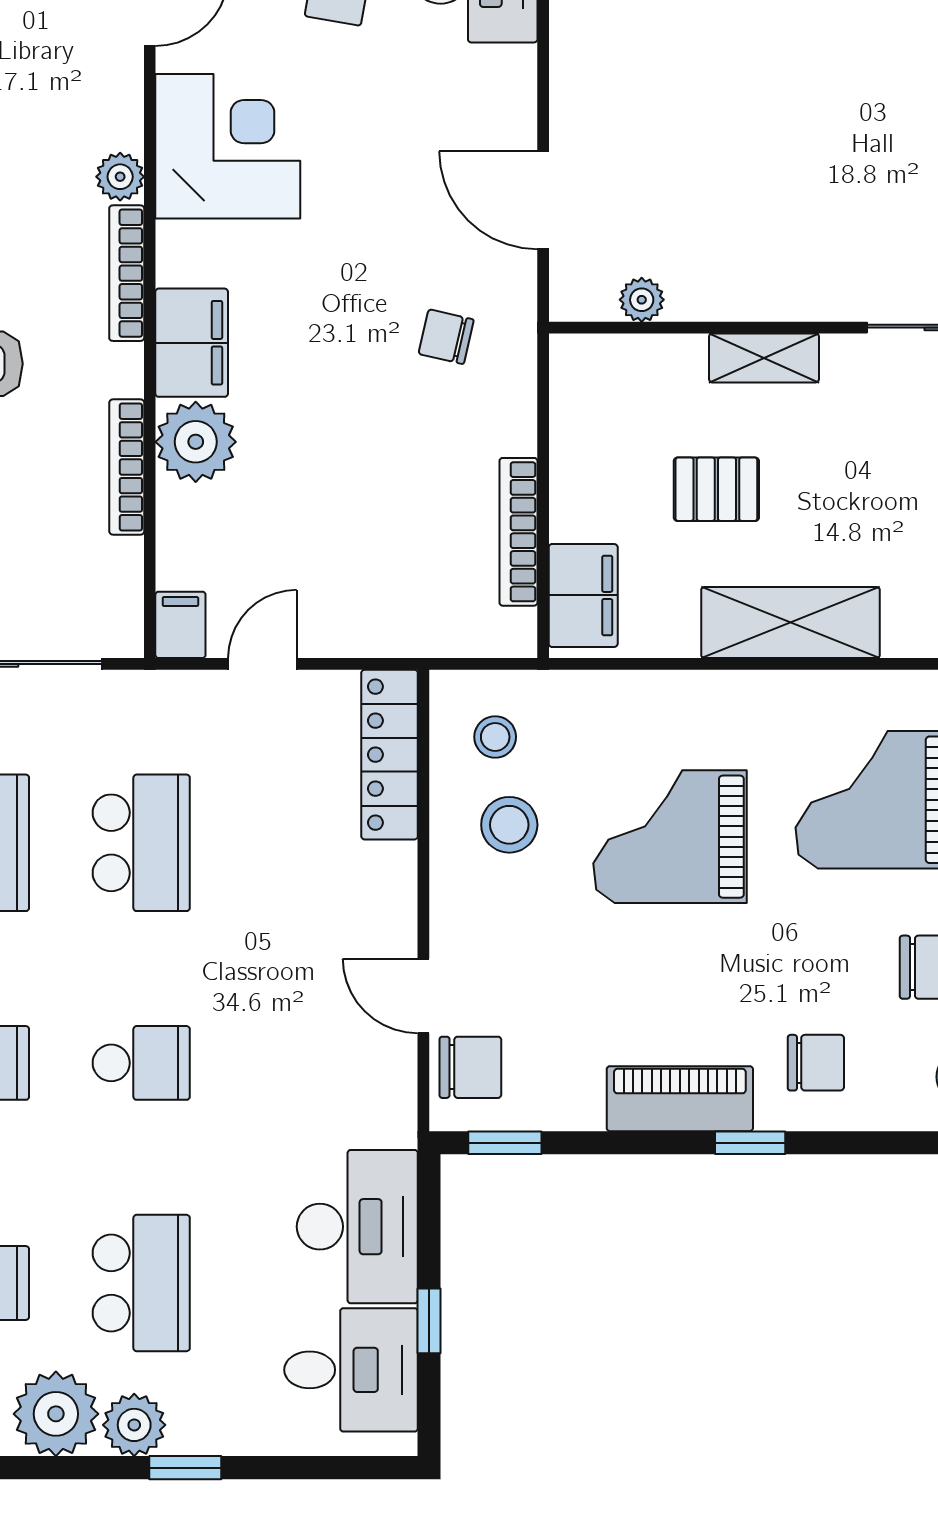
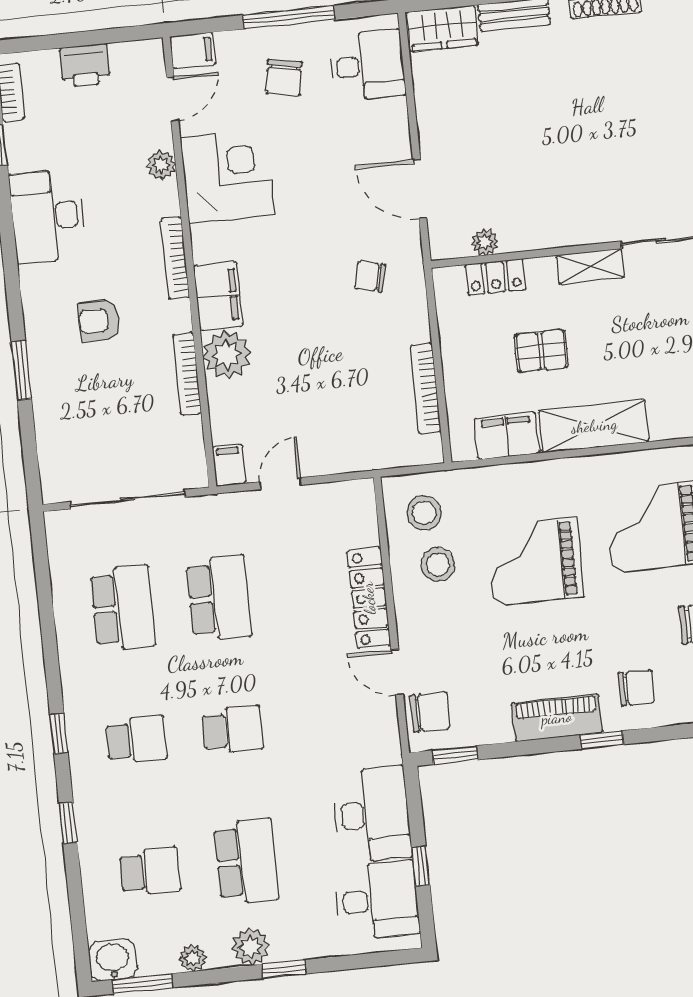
plant: (120, 177) -> (161, 165), moved
shelving: (764, 358) -> (590, 266), moved
locker: (653, 359) -> (495, 277), added
filing cabinet: (583, 595) -> (507, 436), moved, turned -90
stool: (495, 737) -> (424, 513), width x1.37, depth x1.37
locker: (390, 755) -> (369, 598), moved
plant: (56, 1414) -> (193, 958), width x0.53, depth x0.53

